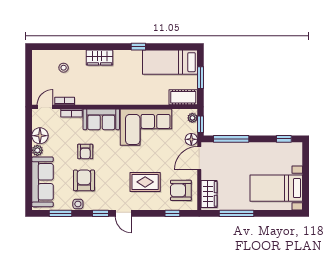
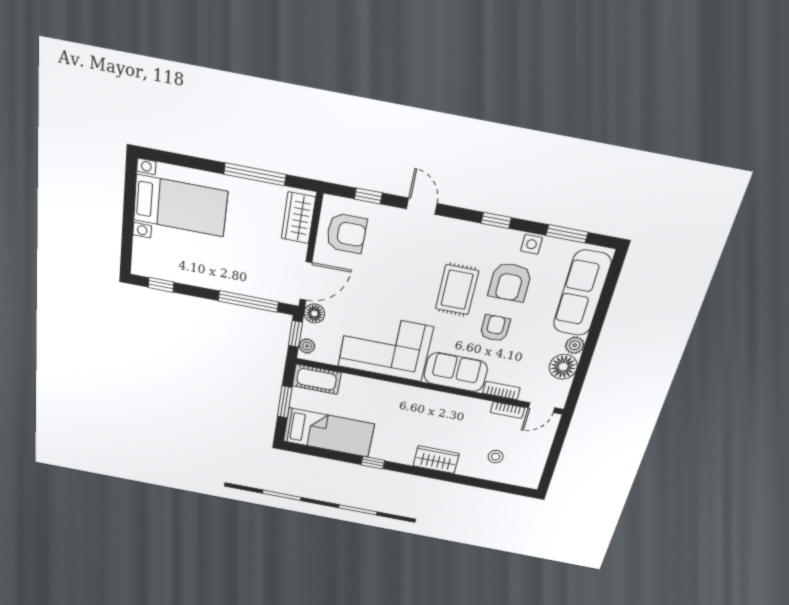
rug: (145, 182) -> (457, 290), moved, turned 90
door: (123, 213) -> (422, 206), moved

